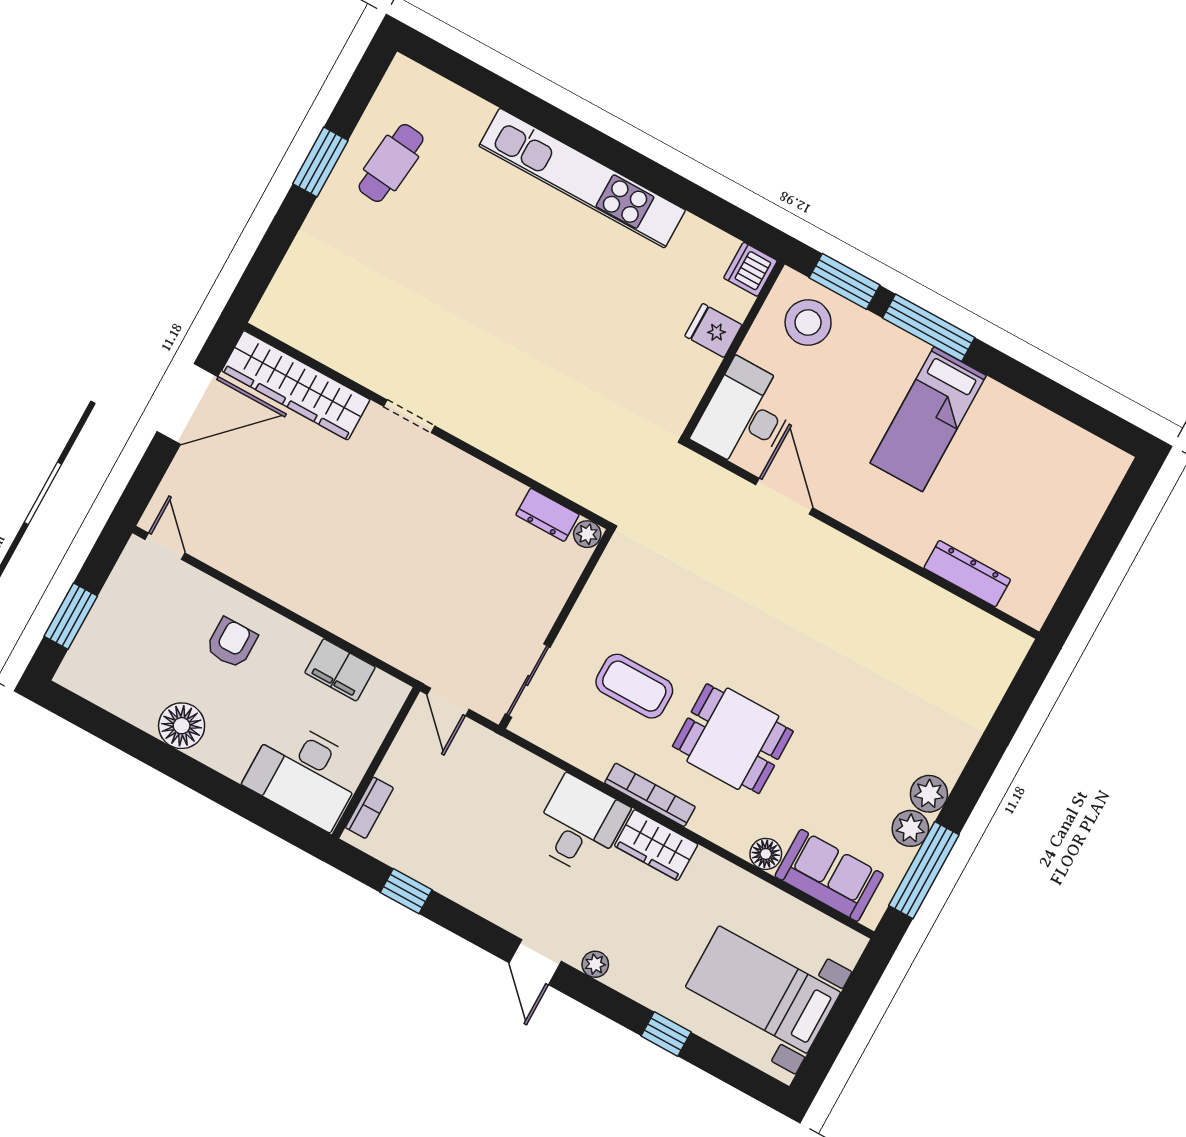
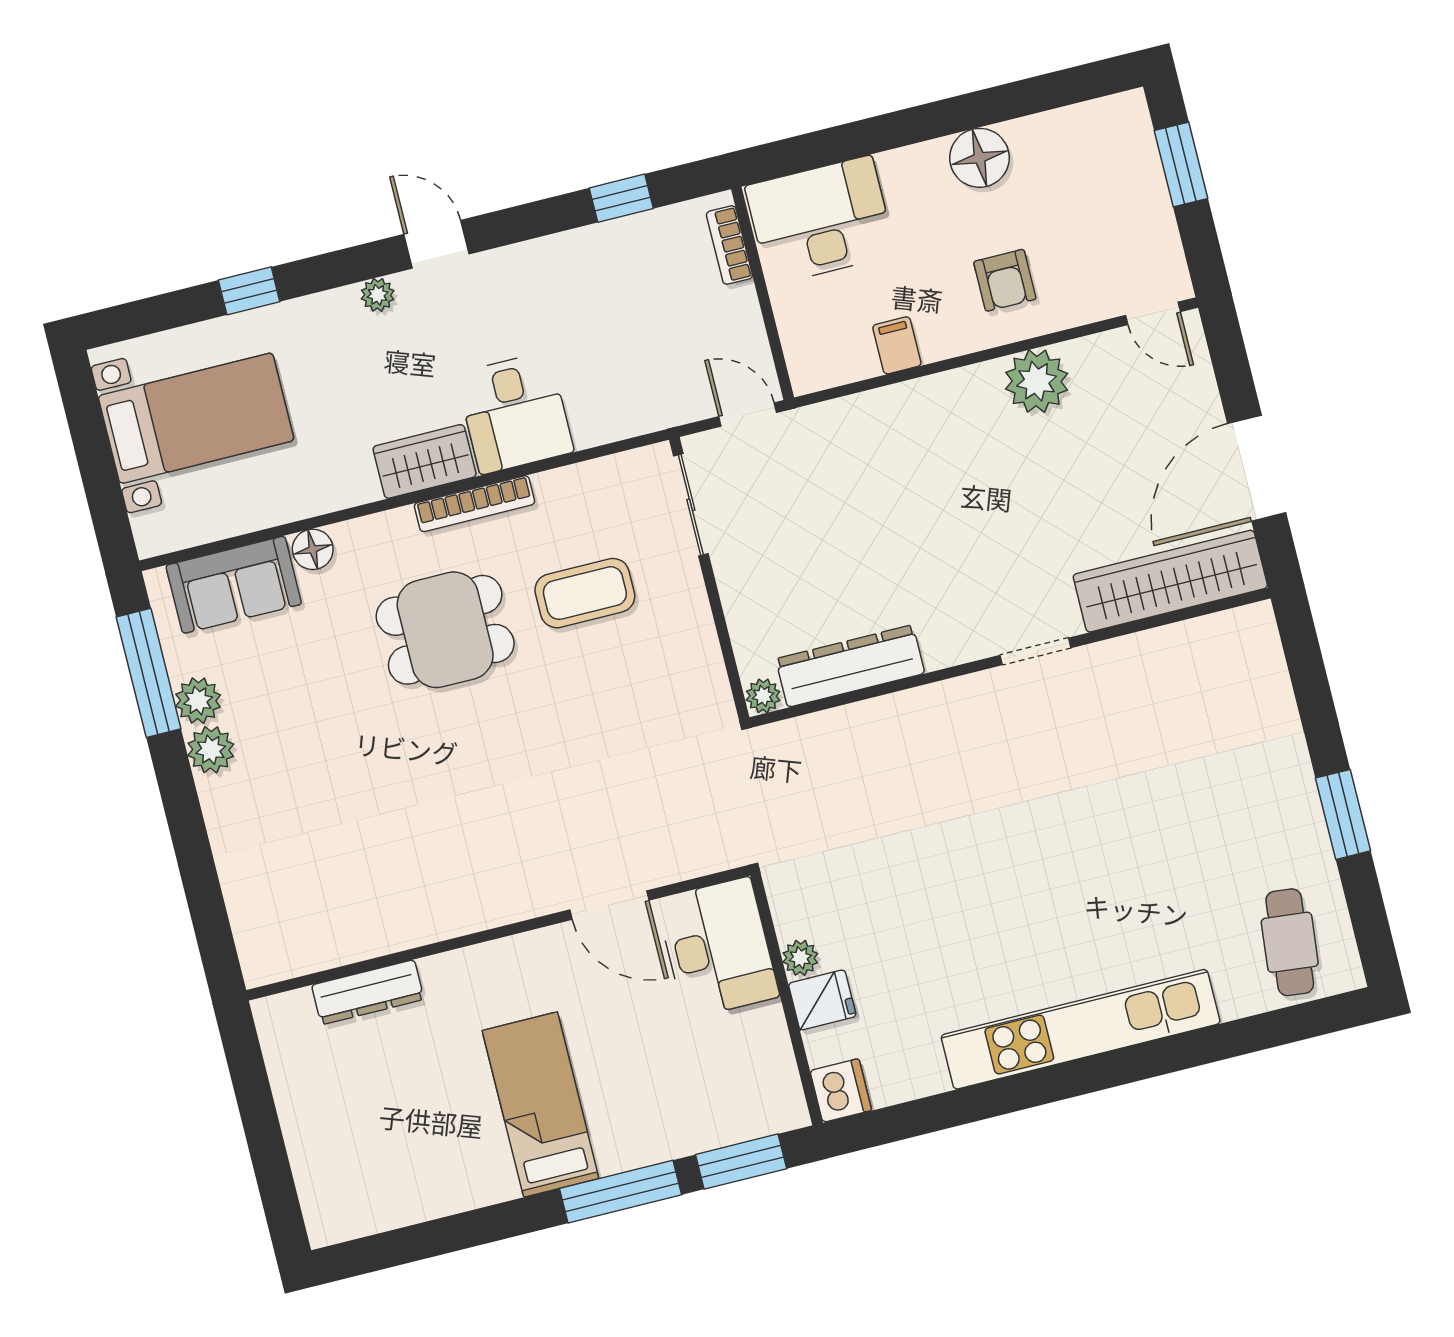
cafe table: (391, 163) -> (1290, 942), moved
stool: (808, 322) -> (739, 1091), removed
plant: (704, 366) -> (800, 958), added
dresser: (547, 515) -> (850, 666), width x1.96, depth x1.24
plant: (267, 569) -> (1037, 381), added
filing cabinet: (340, 670) -> (897, 345), width x0.50

